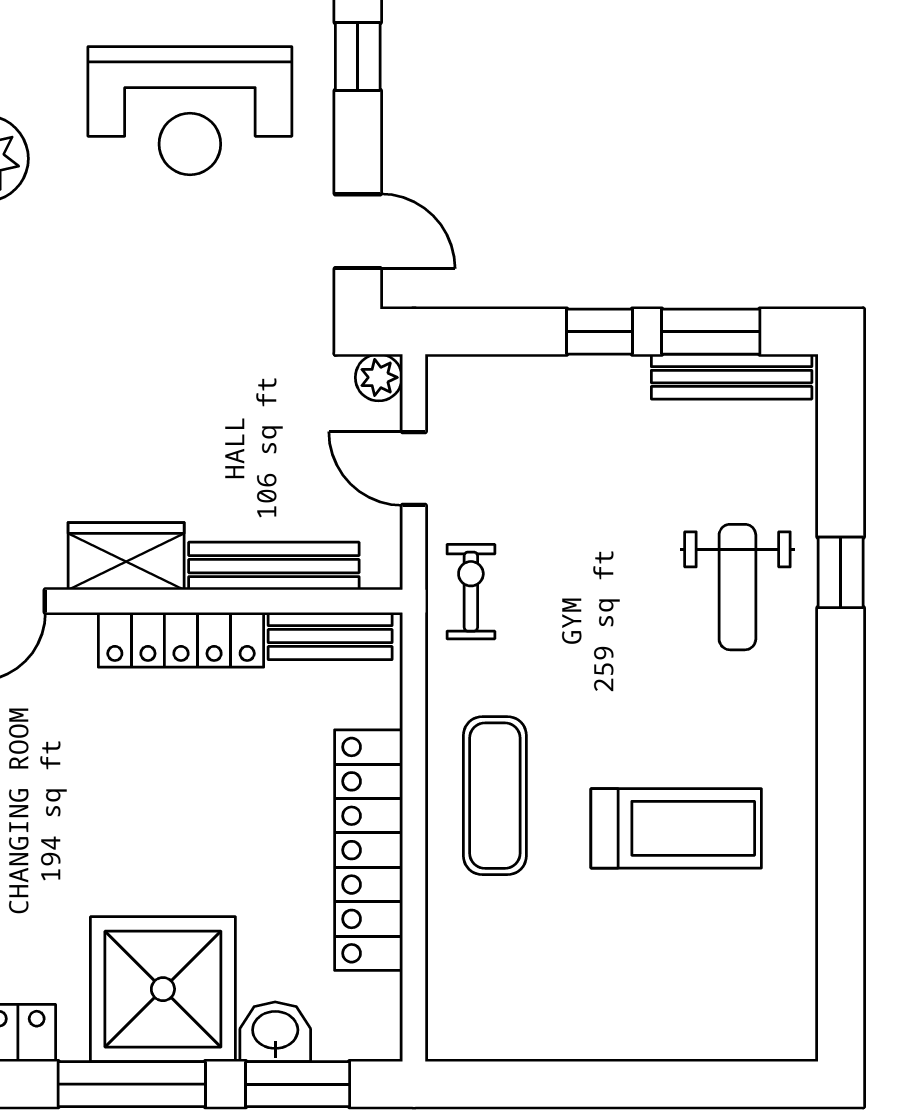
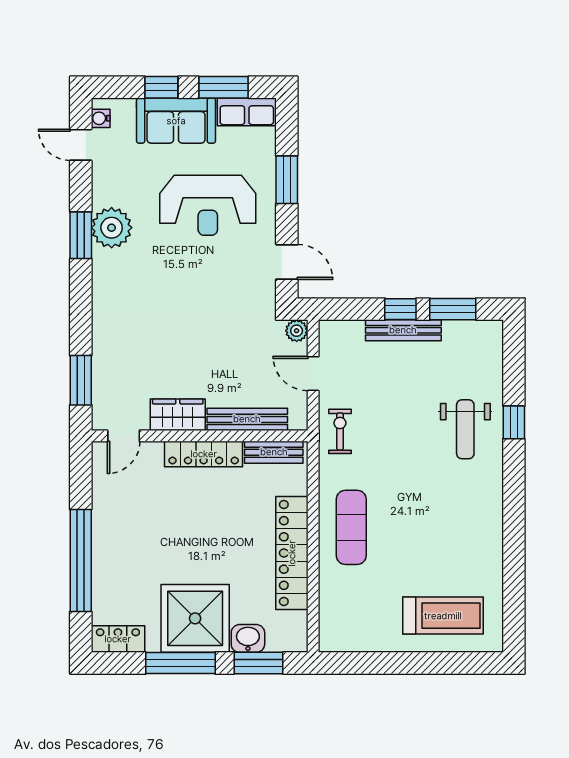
window: (358, 57) -> (287, 180), width x1.50
bench: (732, 377) -> (403, 330), moved
treadmill: (676, 828) -> (443, 616), moved

